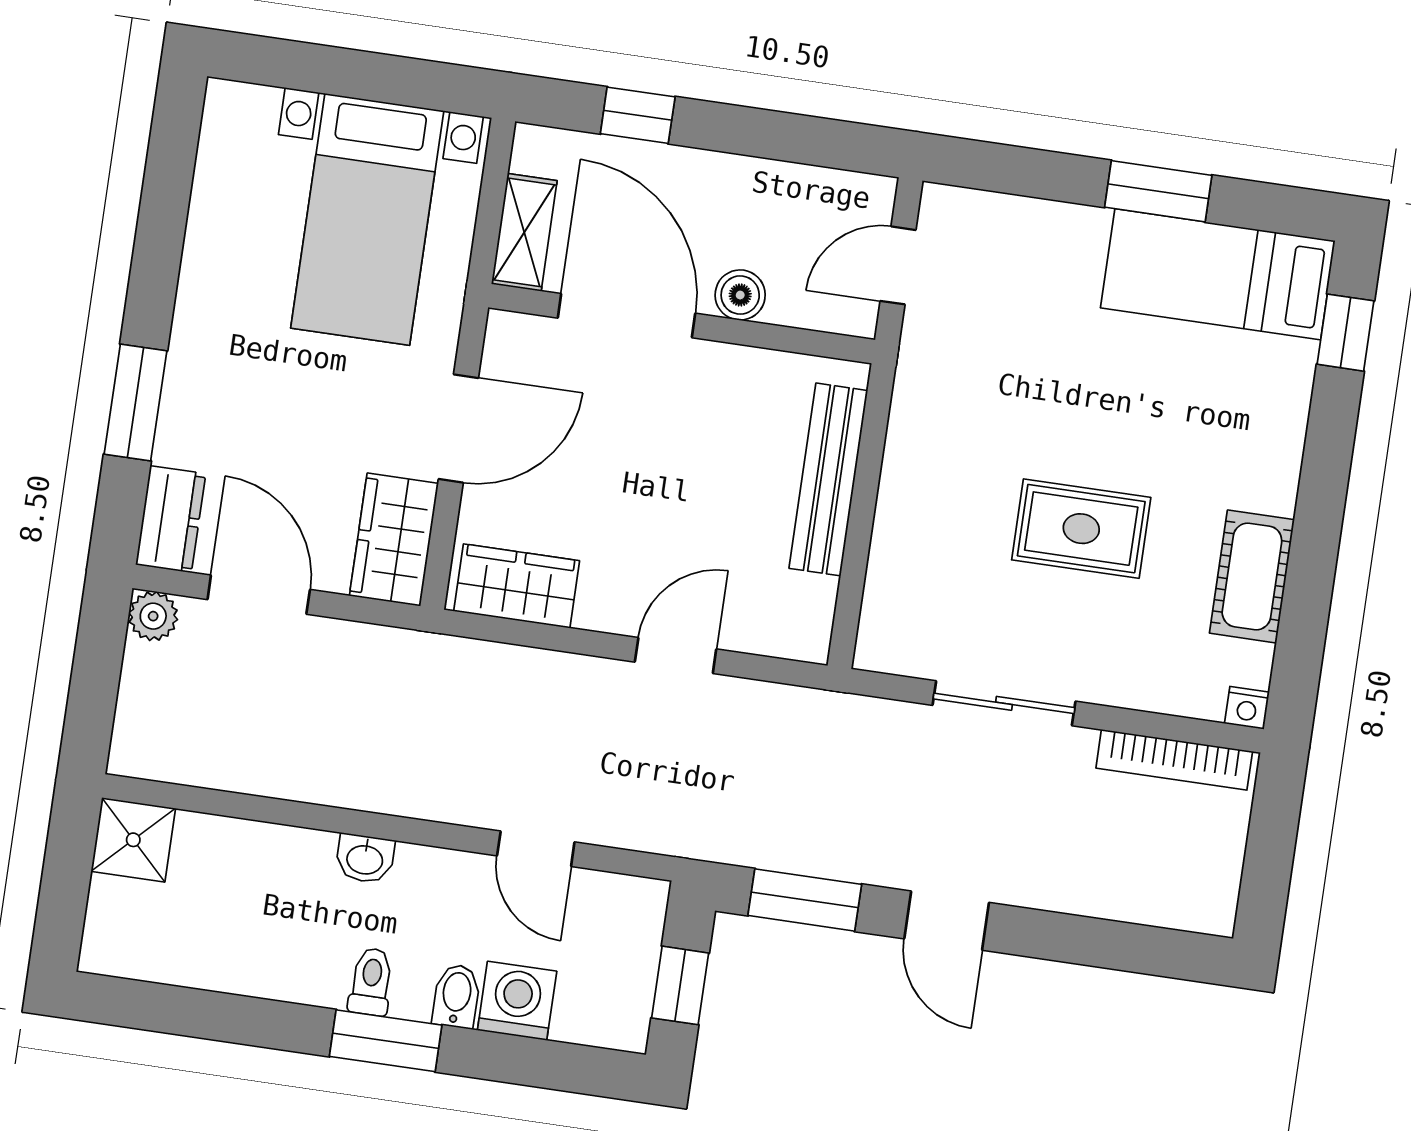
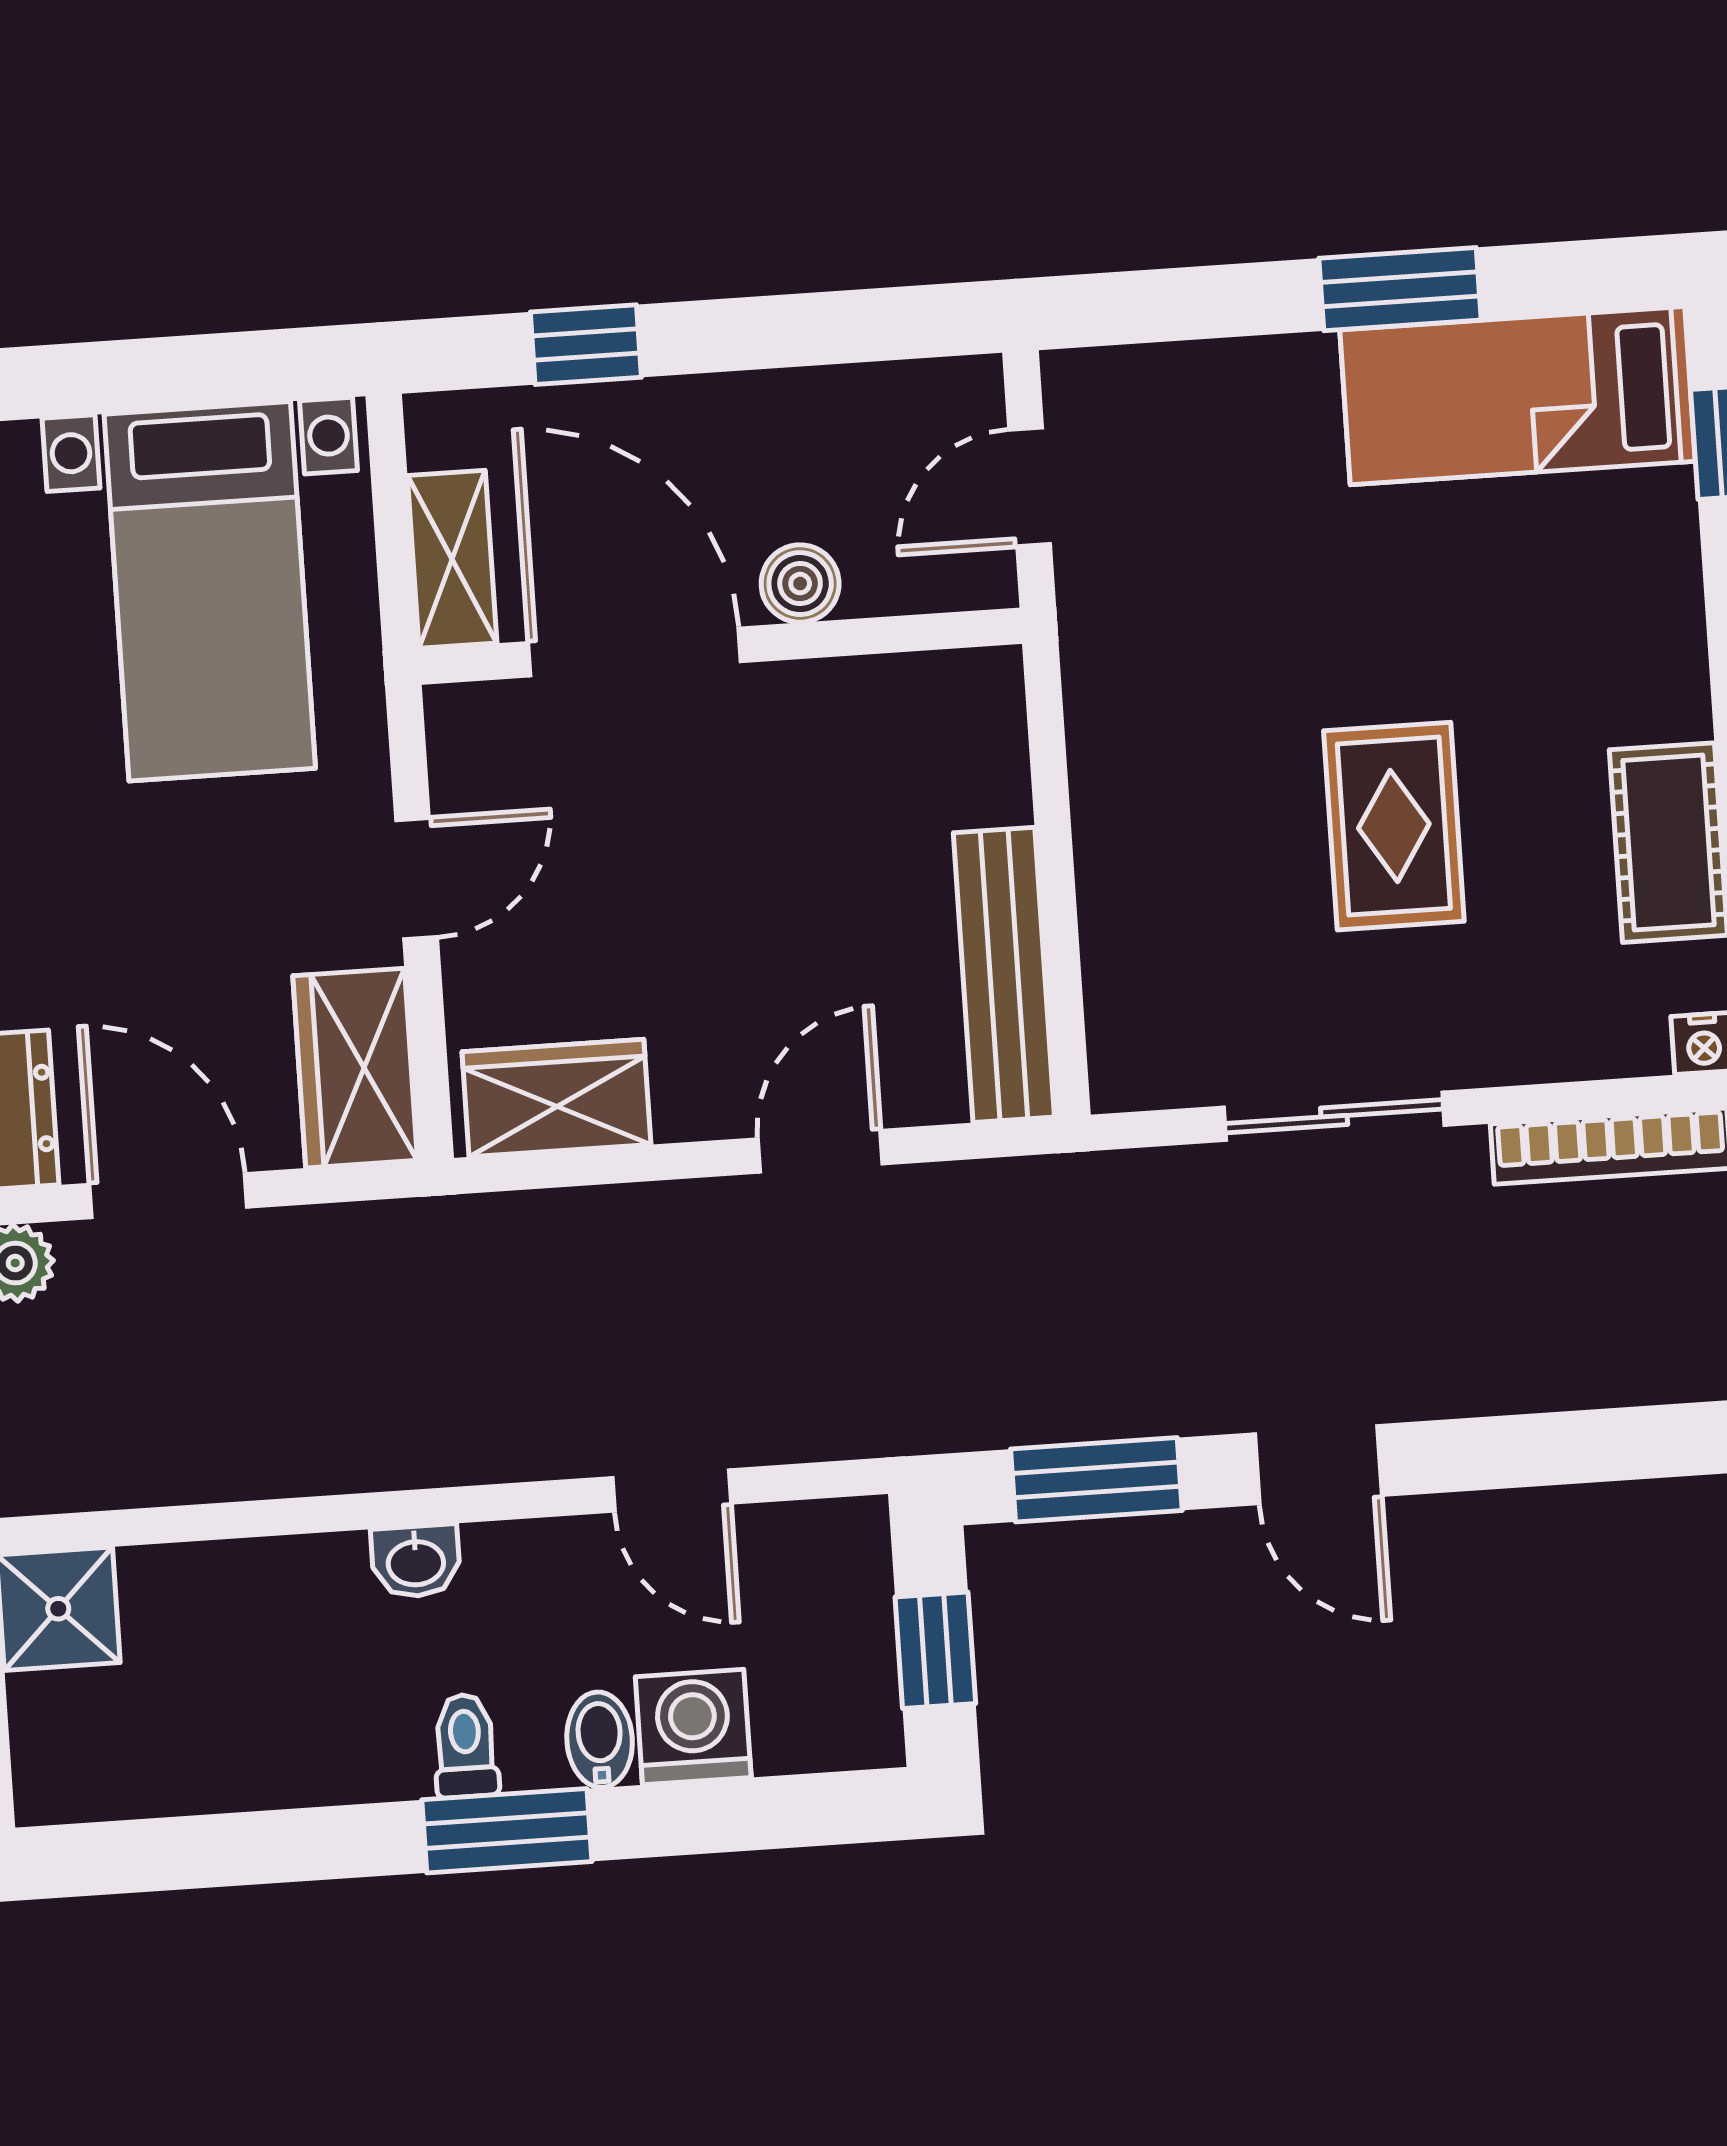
door: (458, 429) -> (417, 878), width x0.73
bench: (828, 479) -> (1004, 975), moved
rug: (1081, 529) -> (1394, 826), turned 90

